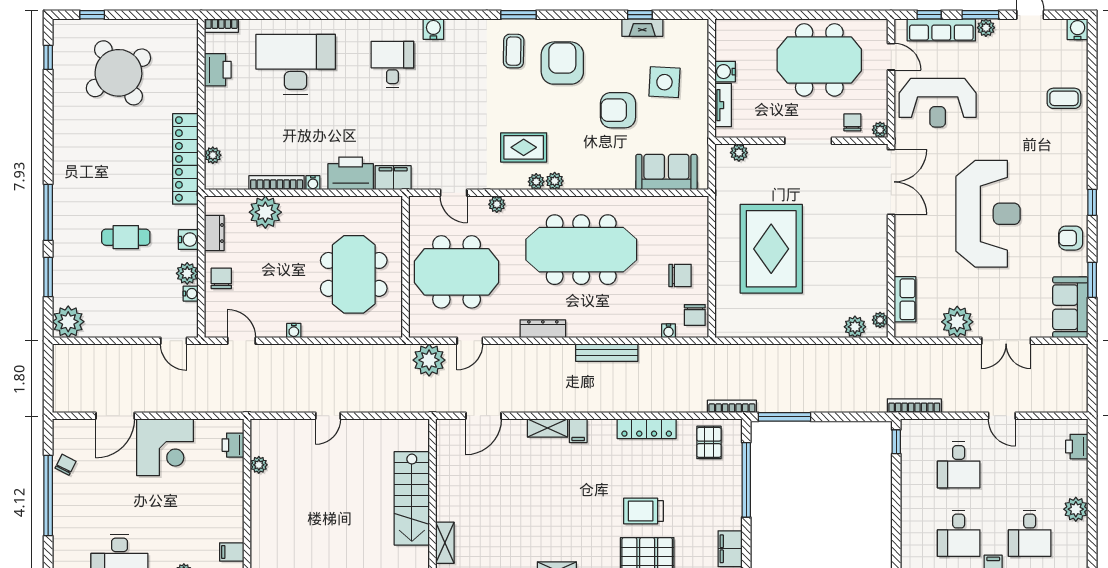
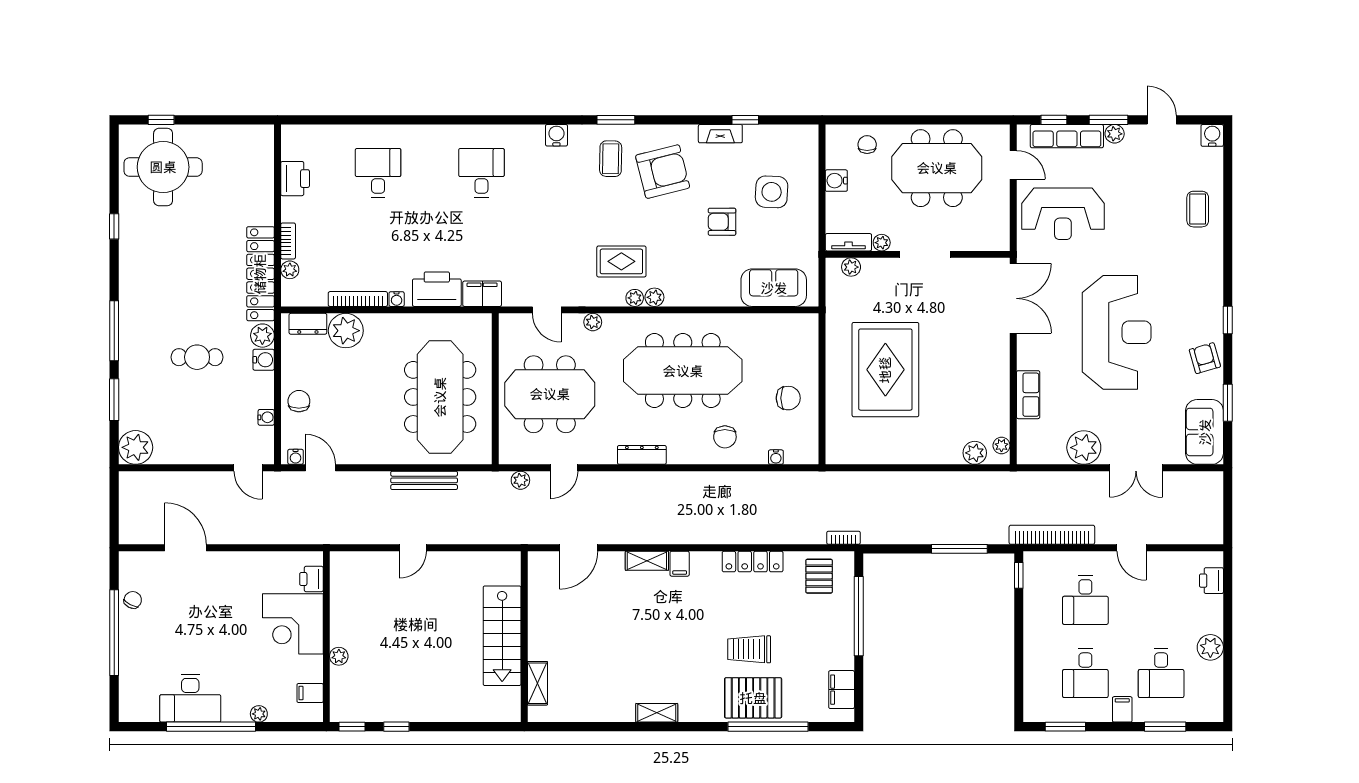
bookcase: (221, 26) -> (288, 241), moved, turned -90
fireplace: (642, 28) -> (720, 134), moved
water cooler: (433, 29) -> (556, 135), moved
window: (48, 57) -> (114, 226), moved
armchair: (562, 63) -> (663, 172), turned 76
desk: (296, 64) -> (378, 173), width x0.53, depth x0.77
round table: (118, 73) -> (163, 167), moved, turned 33
coffee table: (1064, 98) -> (1198, 209), turned 90
tv unit: (723, 105) -> (848, 242), moved, turned -90
armchair: (618, 110) -> (722, 222), width x0.72, depth x0.72
chair: (852, 122) -> (867, 145), moved
plant: (880, 130) -> (882, 243), moved
dresser: (214, 233) -> (308, 324), moved, turned 90
armchair: (1071, 238) -> (1205, 358), turned 74
plant: (187, 273) -> (262, 336), moved
meeting table: (354, 274) -> (440, 397), width x1.36
row of seats: (905, 299) -> (1028, 395), moved
chair: (695, 315) -> (725, 437), moved
water cooler: (294, 331) -> (296, 457), moved
bench: (607, 353) -> (424, 480), moved
plant: (429, 360) -> (520, 480), width x0.53, depth x0.53
bookcase: (732, 406) -> (843, 538), width x0.64
bookcase: (914, 406) -> (1052, 535), width x1.48, depth x1.31
door: (115, 416) -> (186, 548), swing flipped
window: (785, 417) -> (959, 549), moved
corner desk: (165, 447) -> (293, 624), moved, turned 90
plant: (259, 465) -> (339, 656), moved

